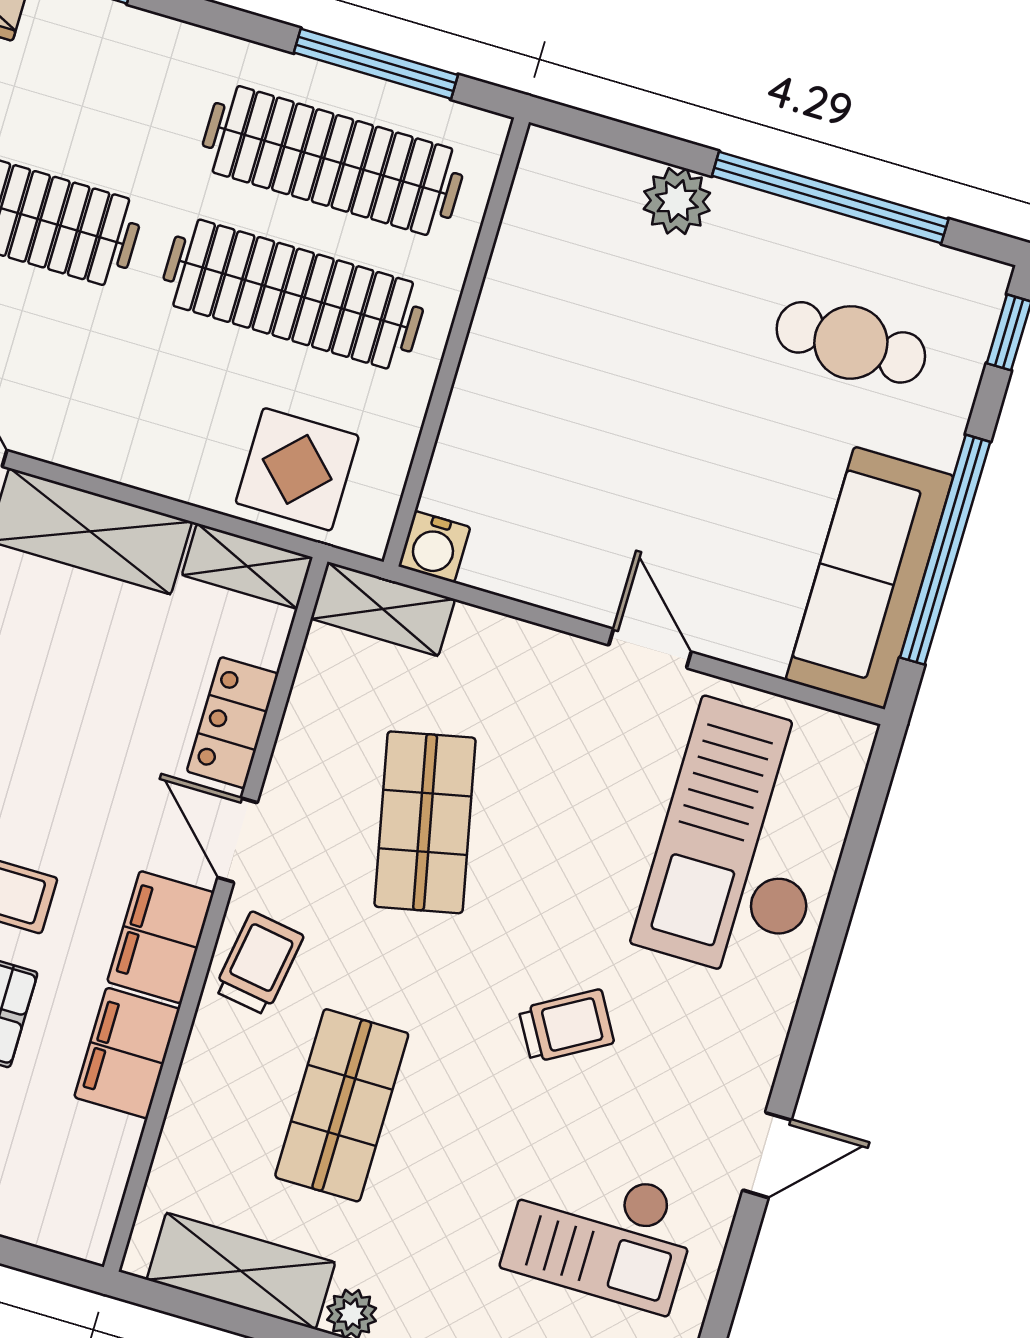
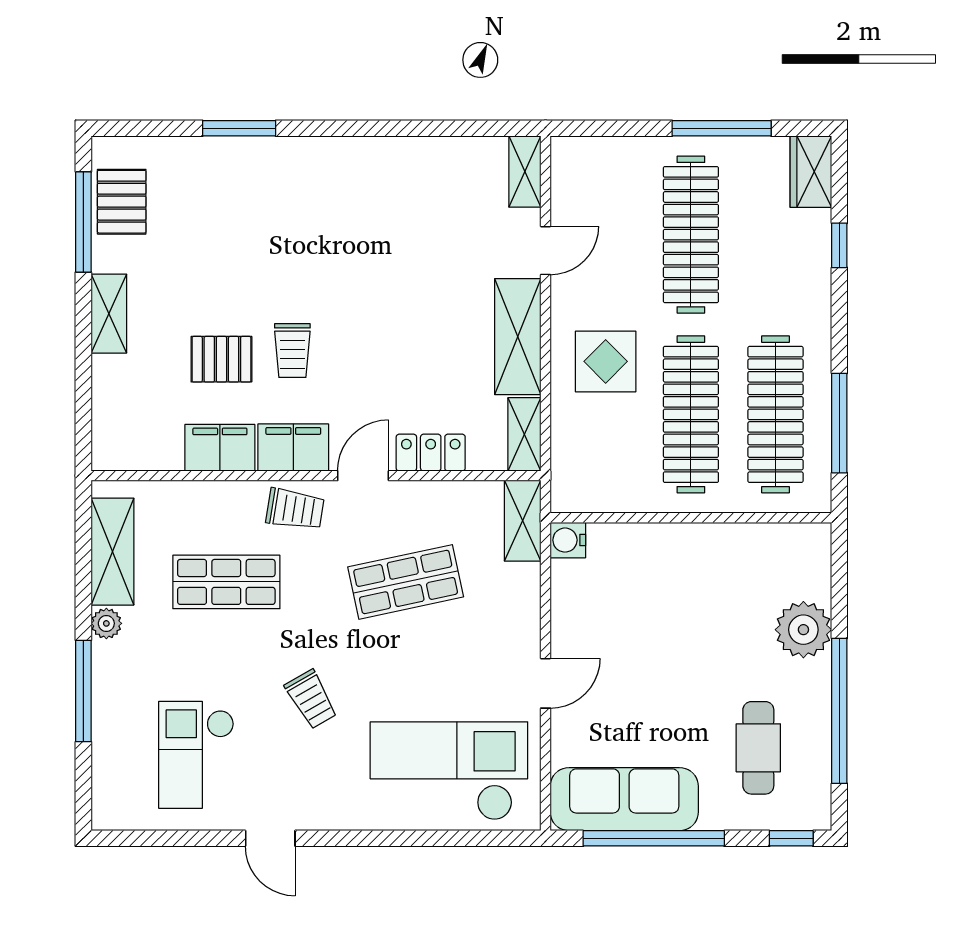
plant: (677, 201) -> (803, 630), width x1.36, depth x1.36
display table: (297, 469) -> (606, 361), moved

